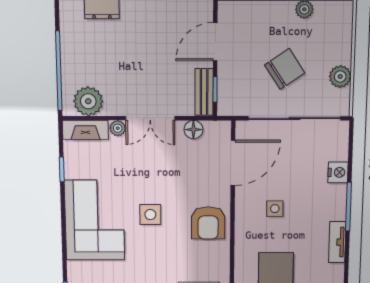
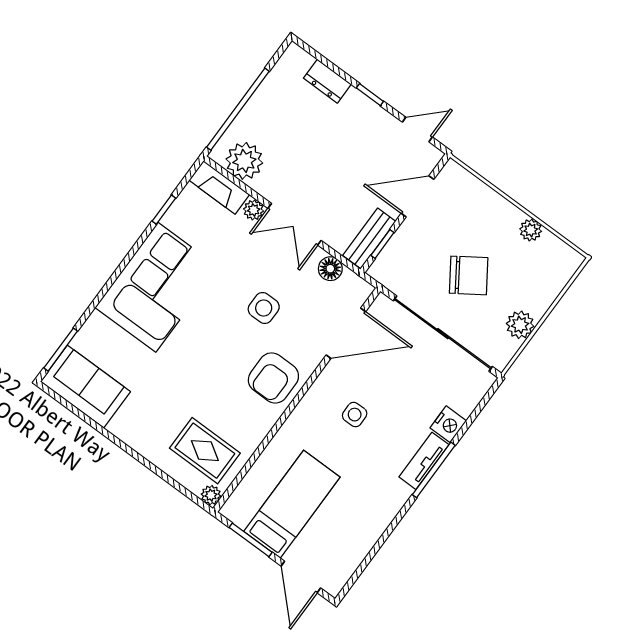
side table: (150, 215) -> (264, 308), moved
tv unit: (337, 242) -> (424, 461), moved

